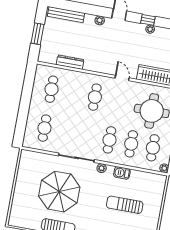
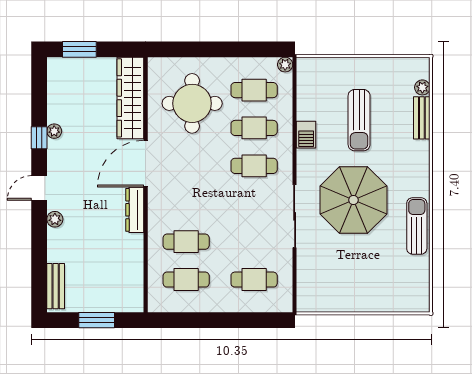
bench: (66, 15) -> (56, 286), width x0.73
dresser: (70, 62) -> (135, 210), moved
door: (122, 78) -> (146, 164), width x1.87
cafe table: (95, 97) -> (186, 242), moved
plant: (102, 168) -> (304, 171), removed
parasol: (59, 192) -> (353, 200), moved

